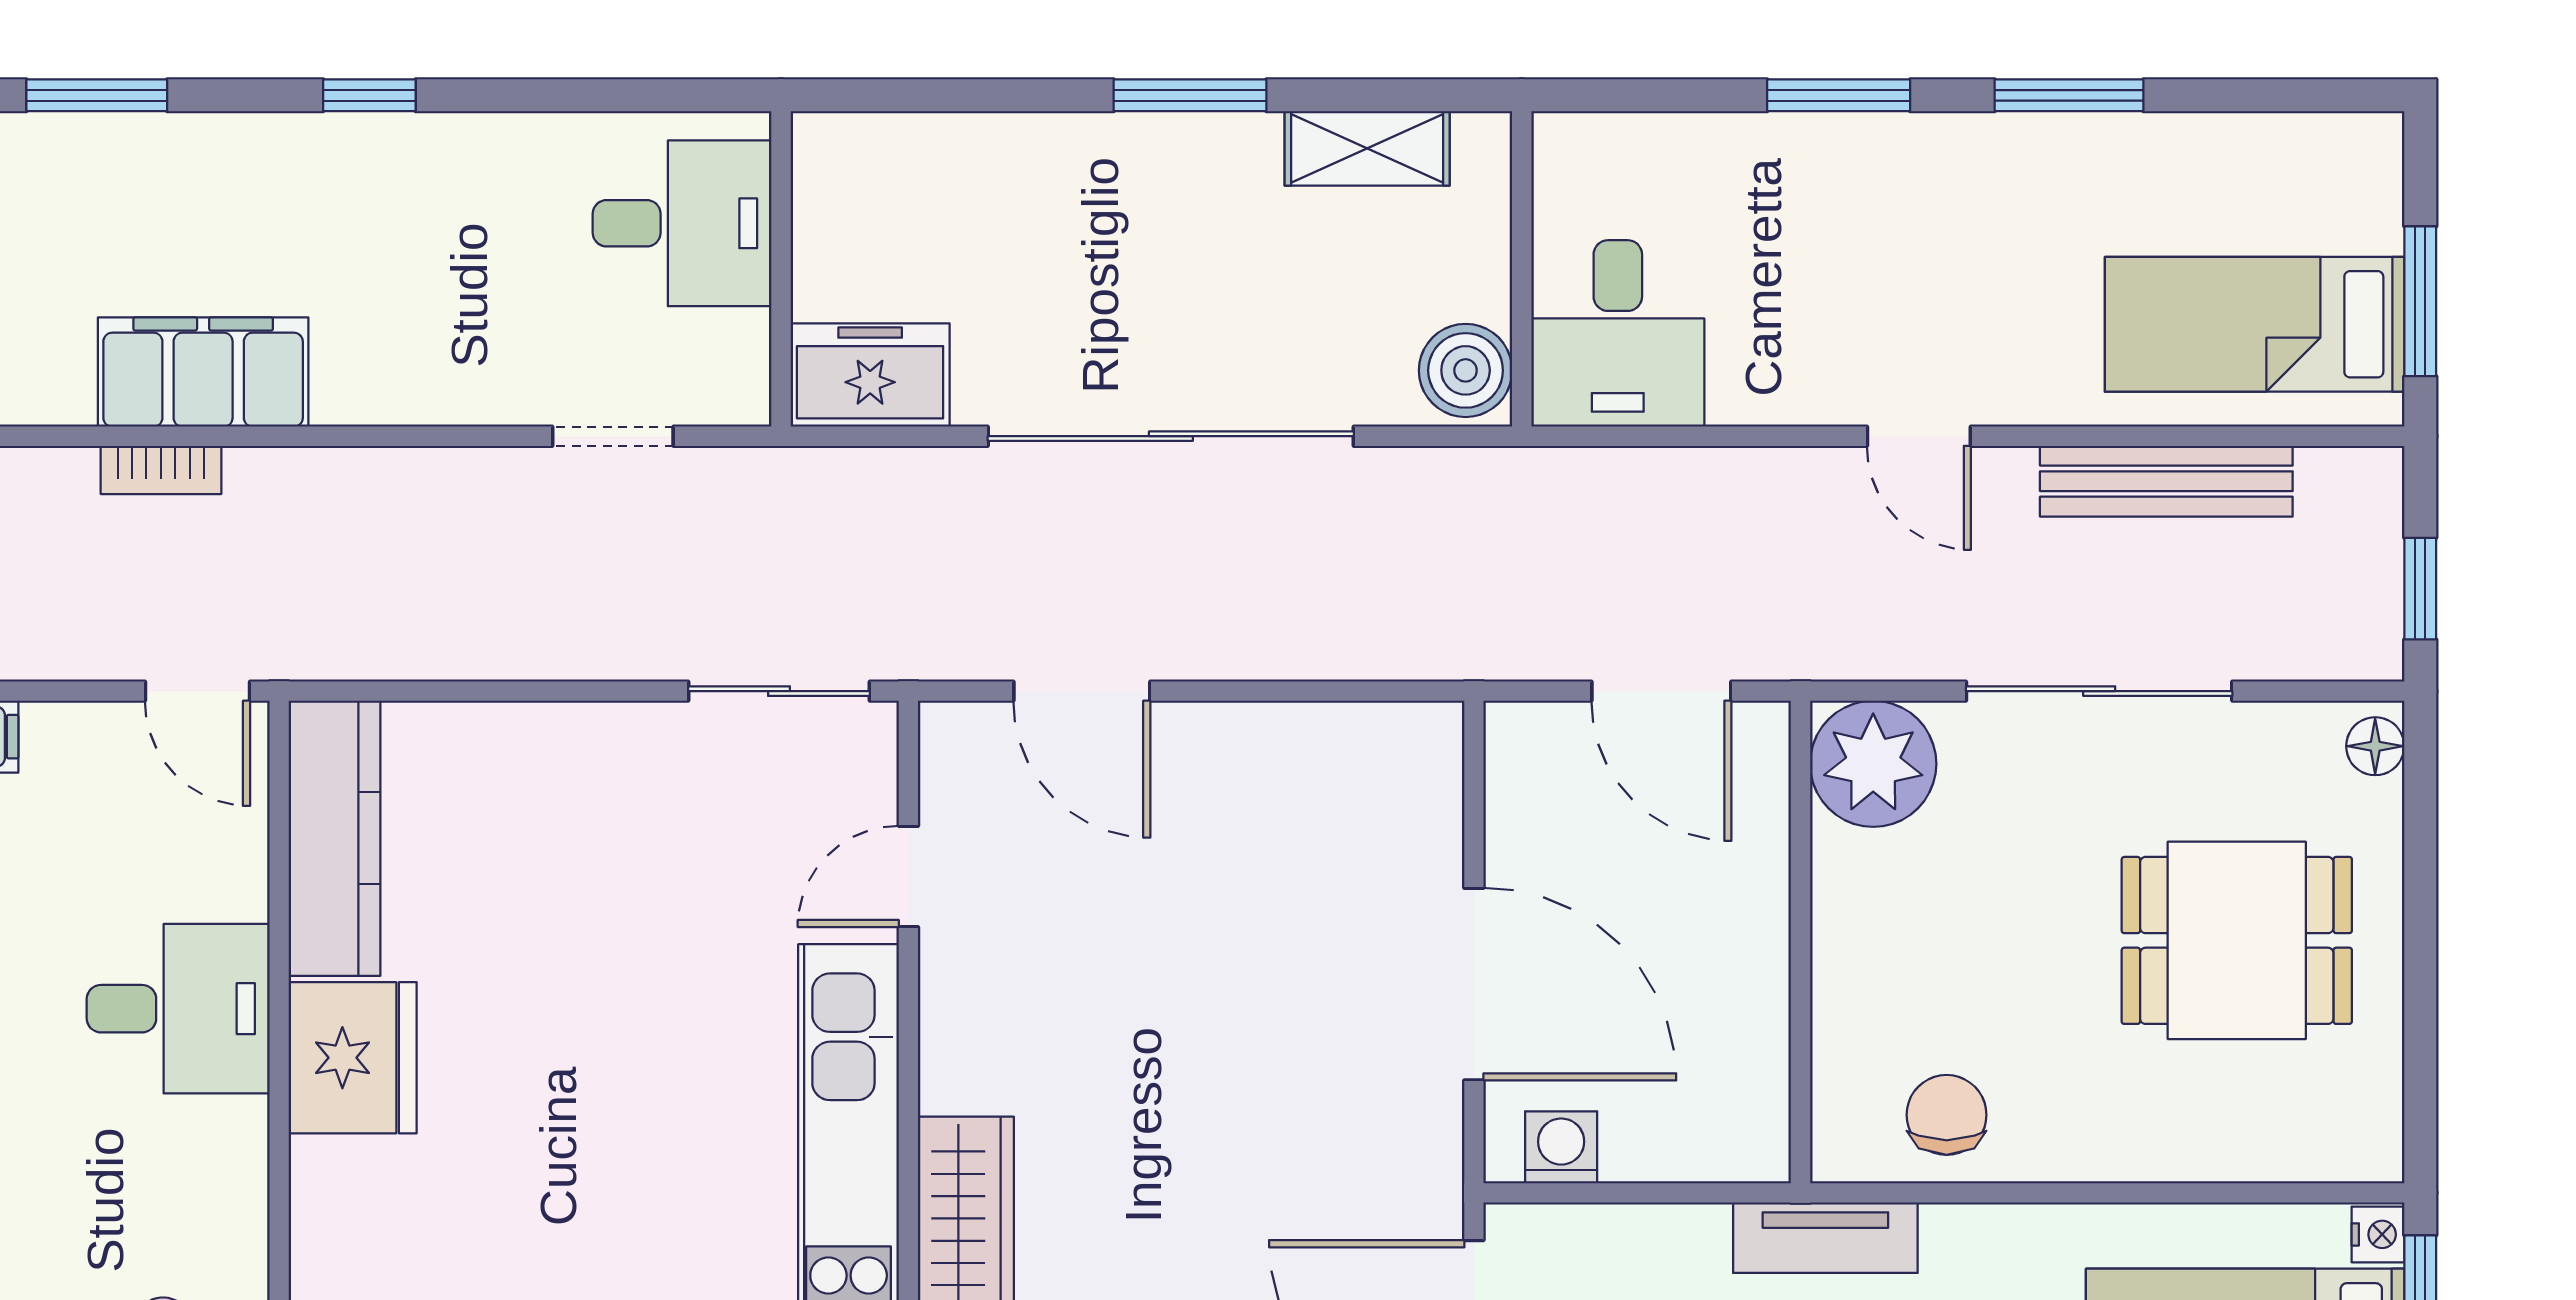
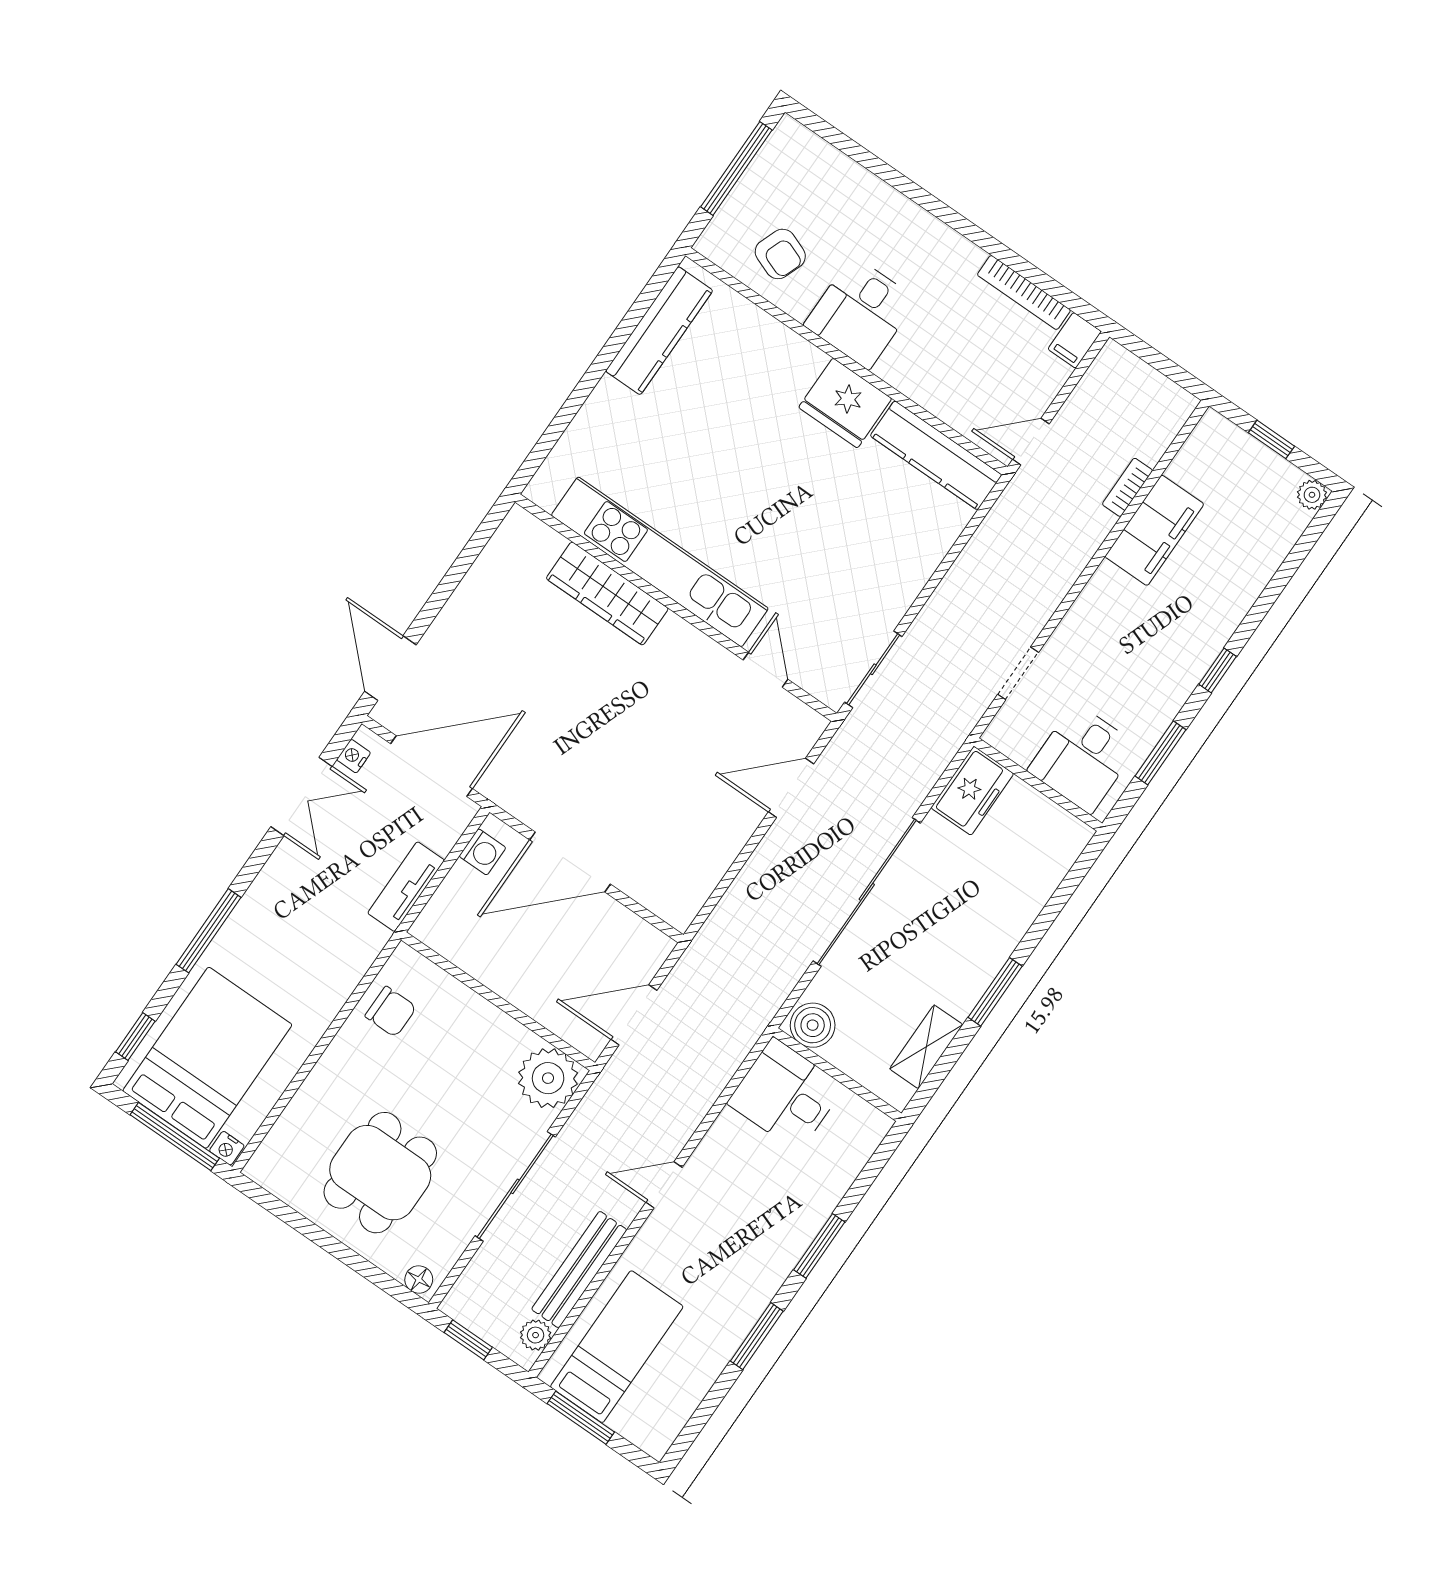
window: (97, 95) -> (1161, 753), moved
plant: (2332, 478) -> (536, 1335), added
desk: (178, 1009) -> (860, 312), moved
tv unit: (1825, 1238) -> (406, 887), moved

